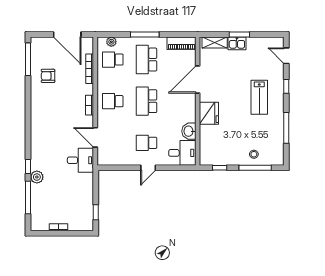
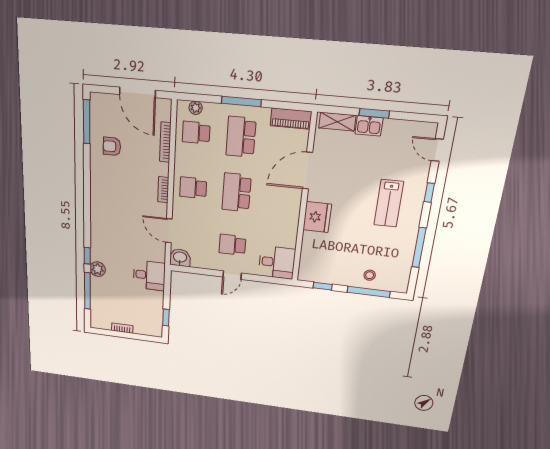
washbasin: (189, 131) -> (180, 258), moved, turned 90
desk: (80, 160) -> (149, 275), moved

